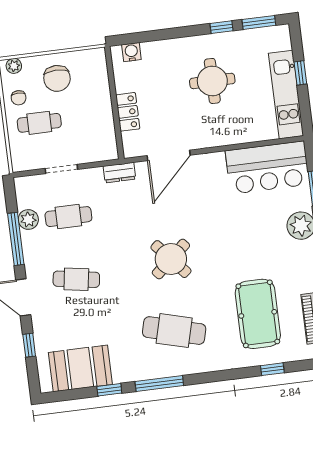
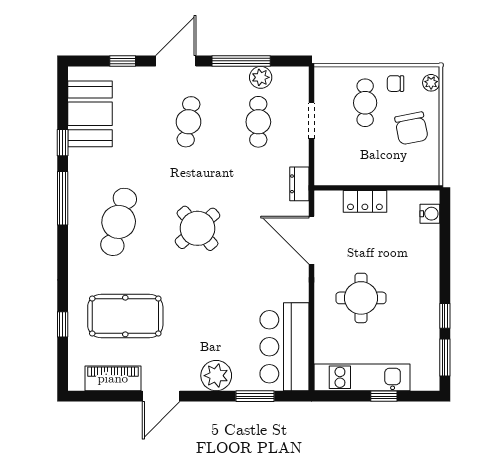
chair: (57, 78) -> (411, 128), turned -101
round table: (212, 81) -> (361, 298), moved

